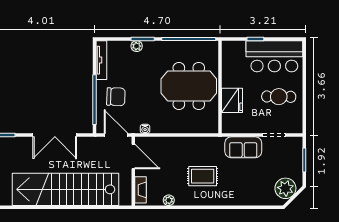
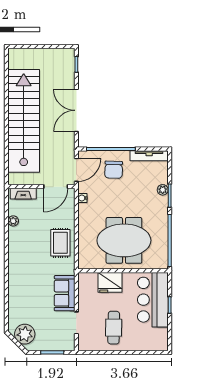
bar counter: (274, 56) -> (153, 300), moved
meeting table: (189, 86) -> (124, 240), turned 90
rug: (203, 176) -> (60, 243), moved

